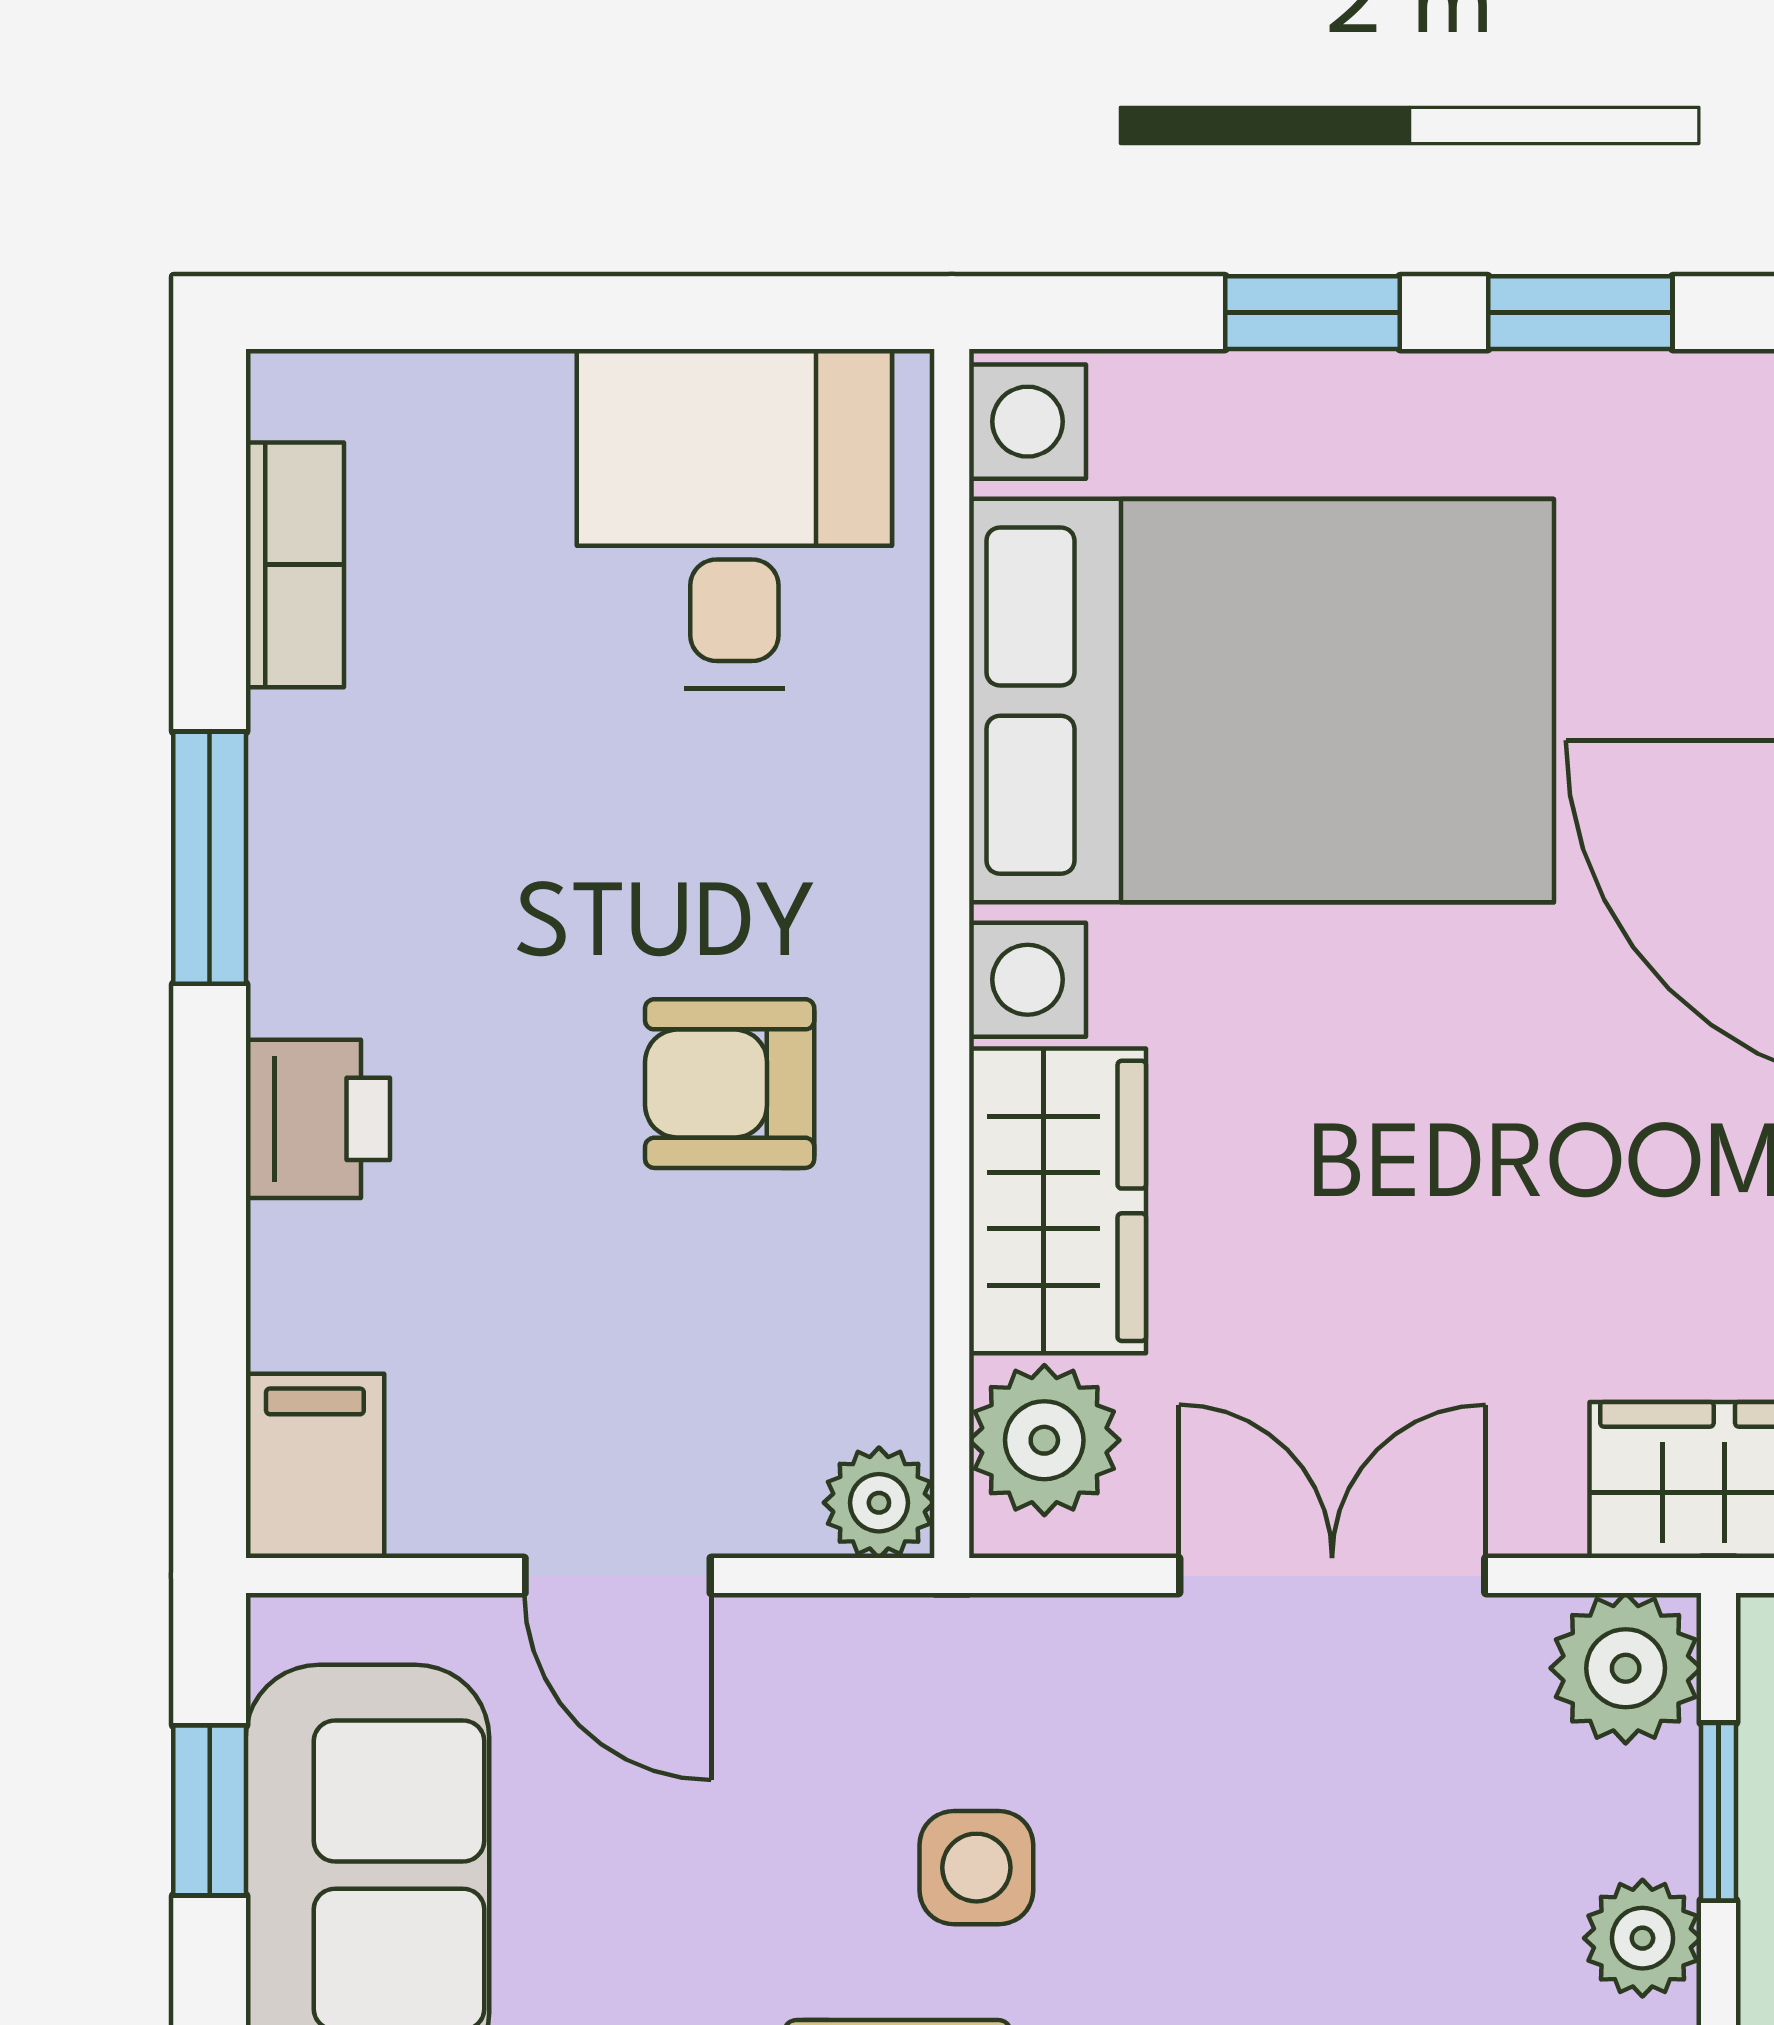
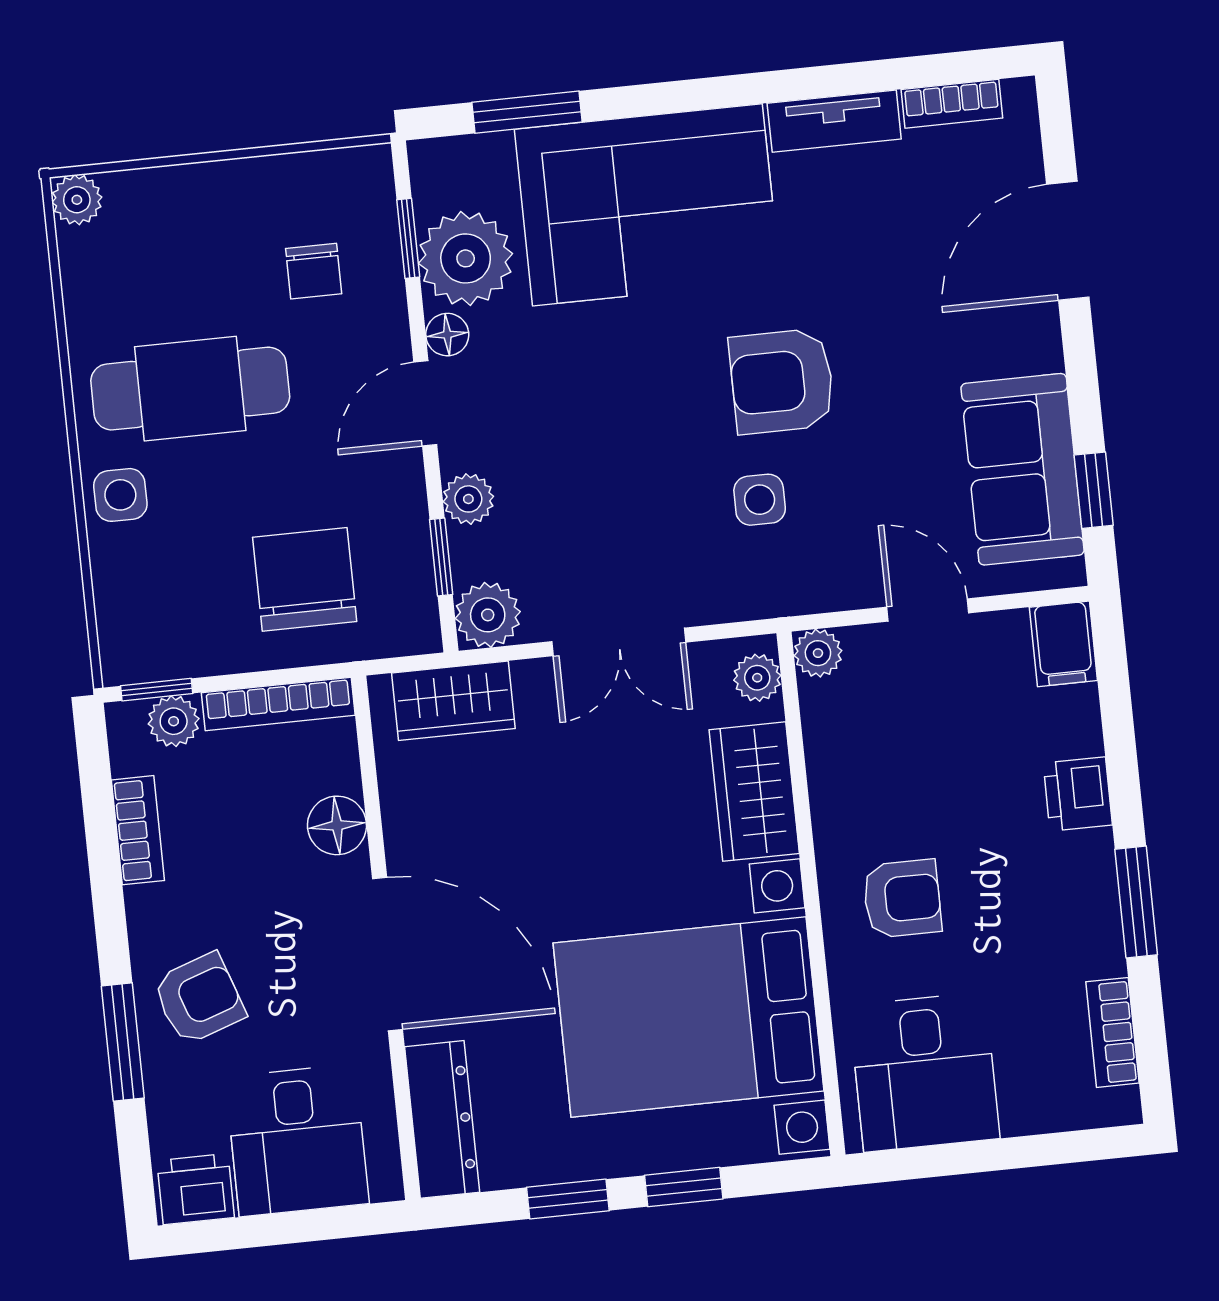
armchair: (730, 1084) -> (902, 899), moved
plant: (1044, 1440) -> (757, 678), width x0.73, depth x0.73

